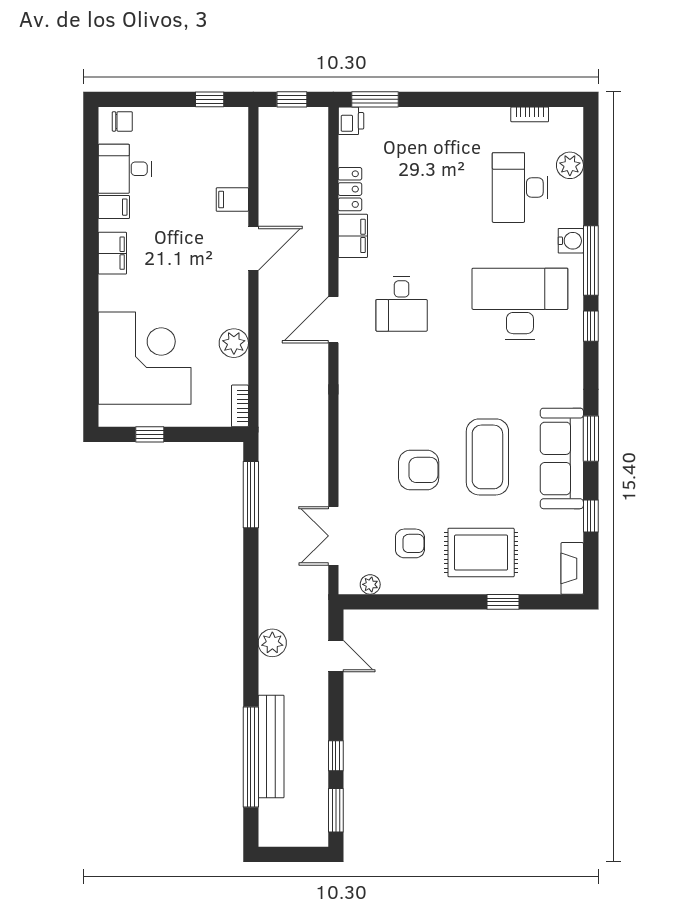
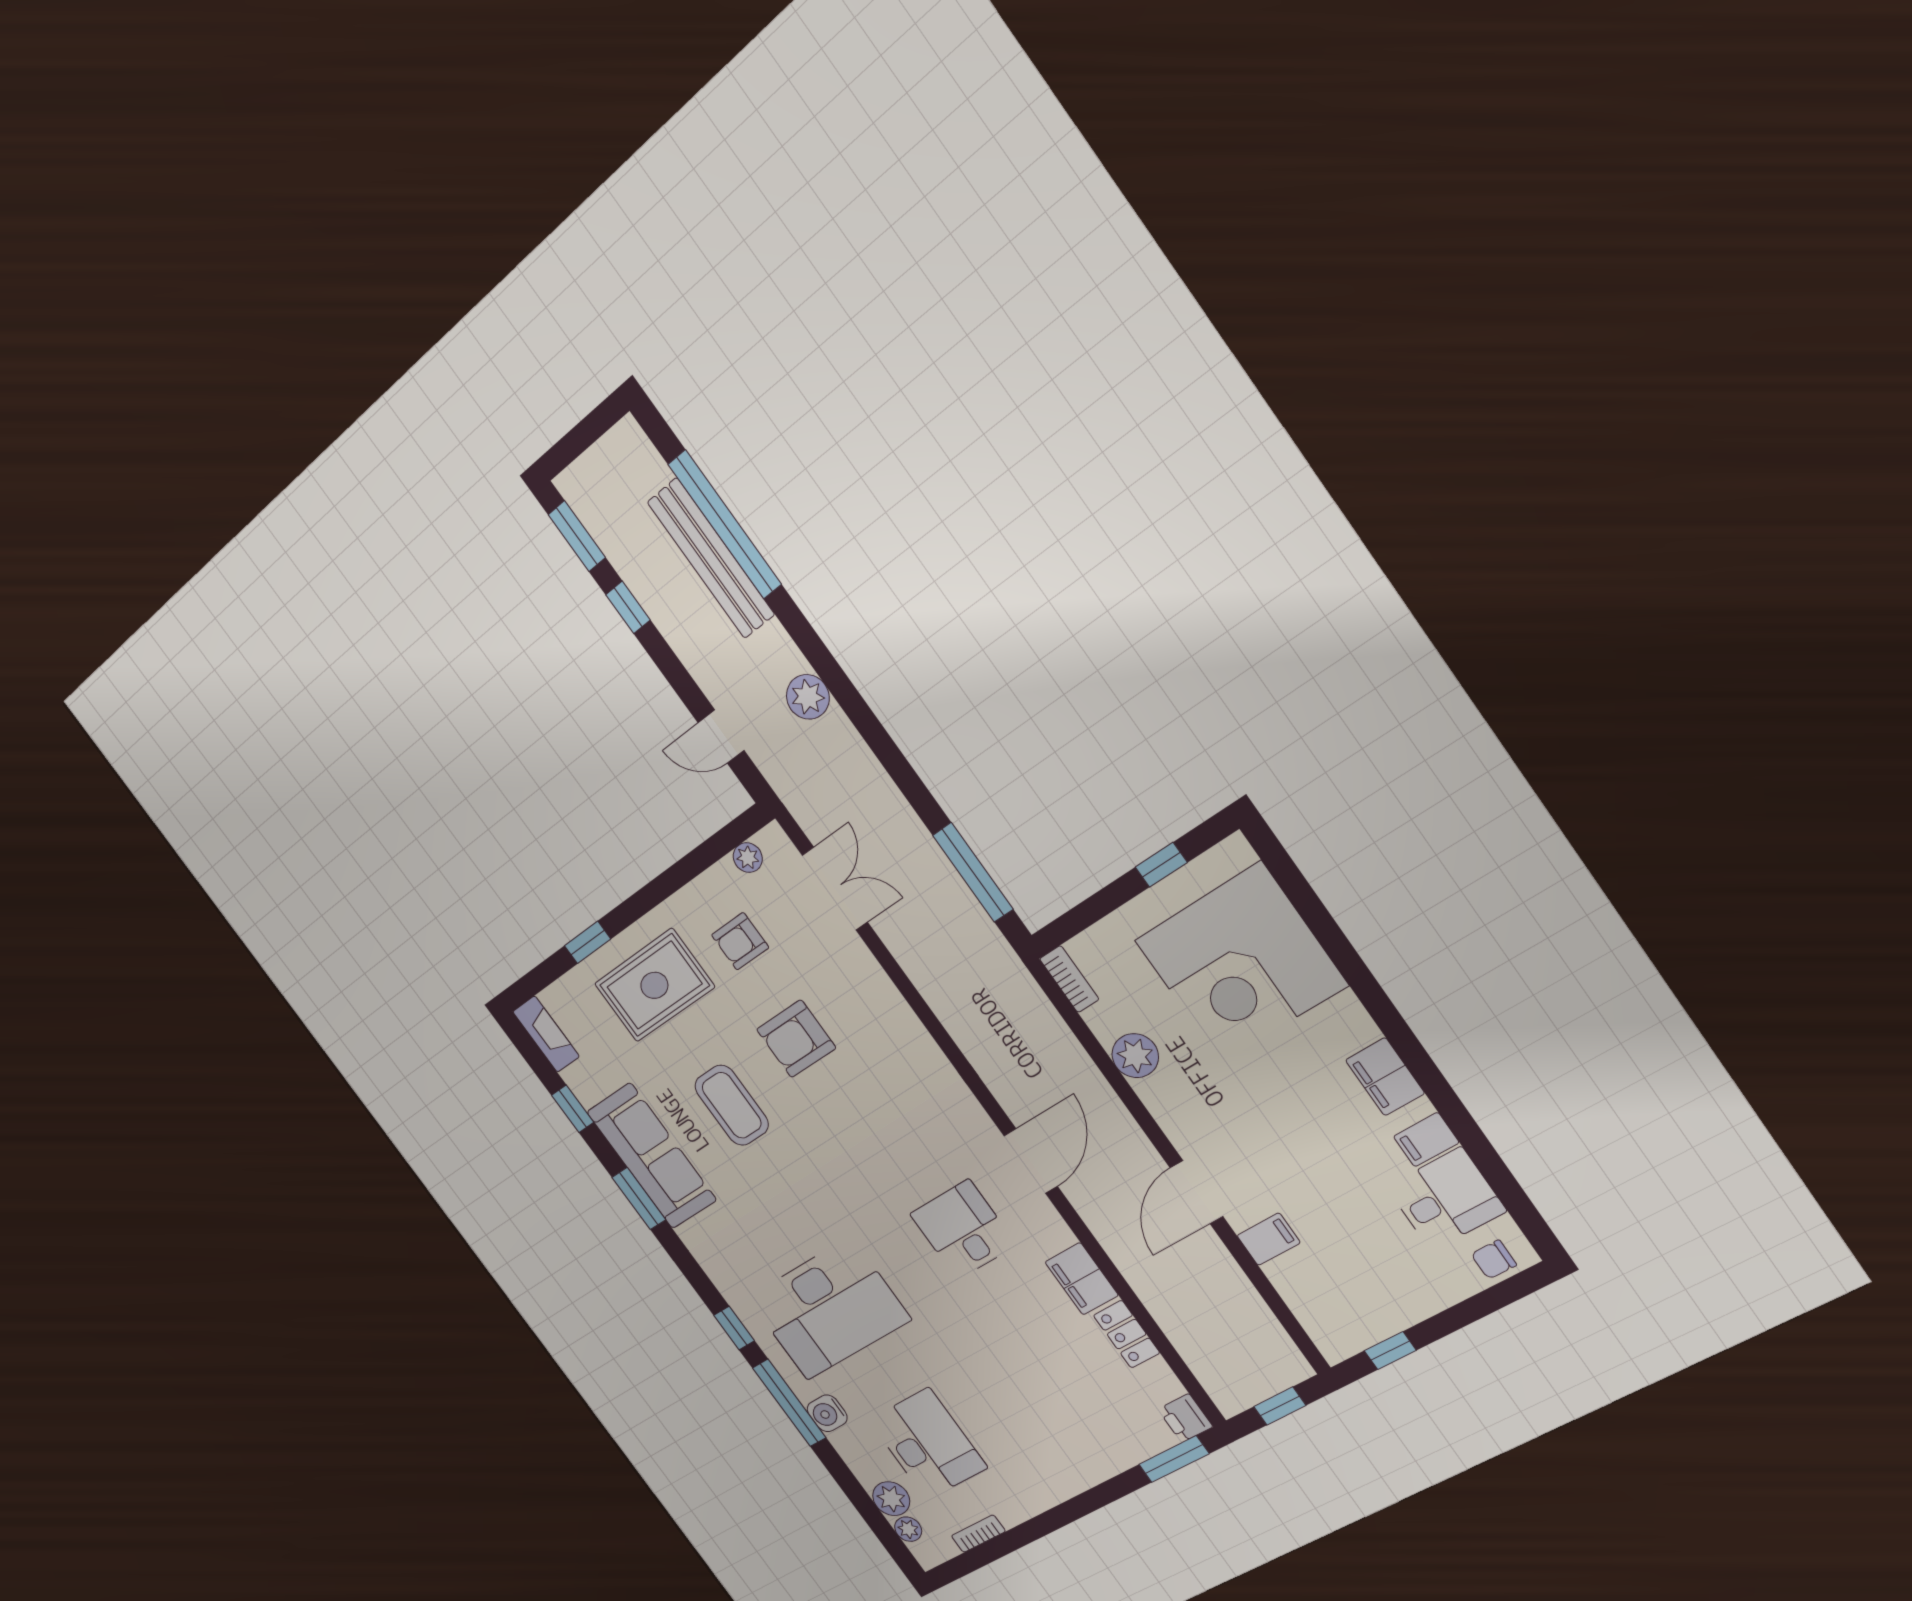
plant: (574, 140) -> (908, 1529), added
coffee table: (487, 457) -> (732, 1105), width x0.73, depth x0.76

